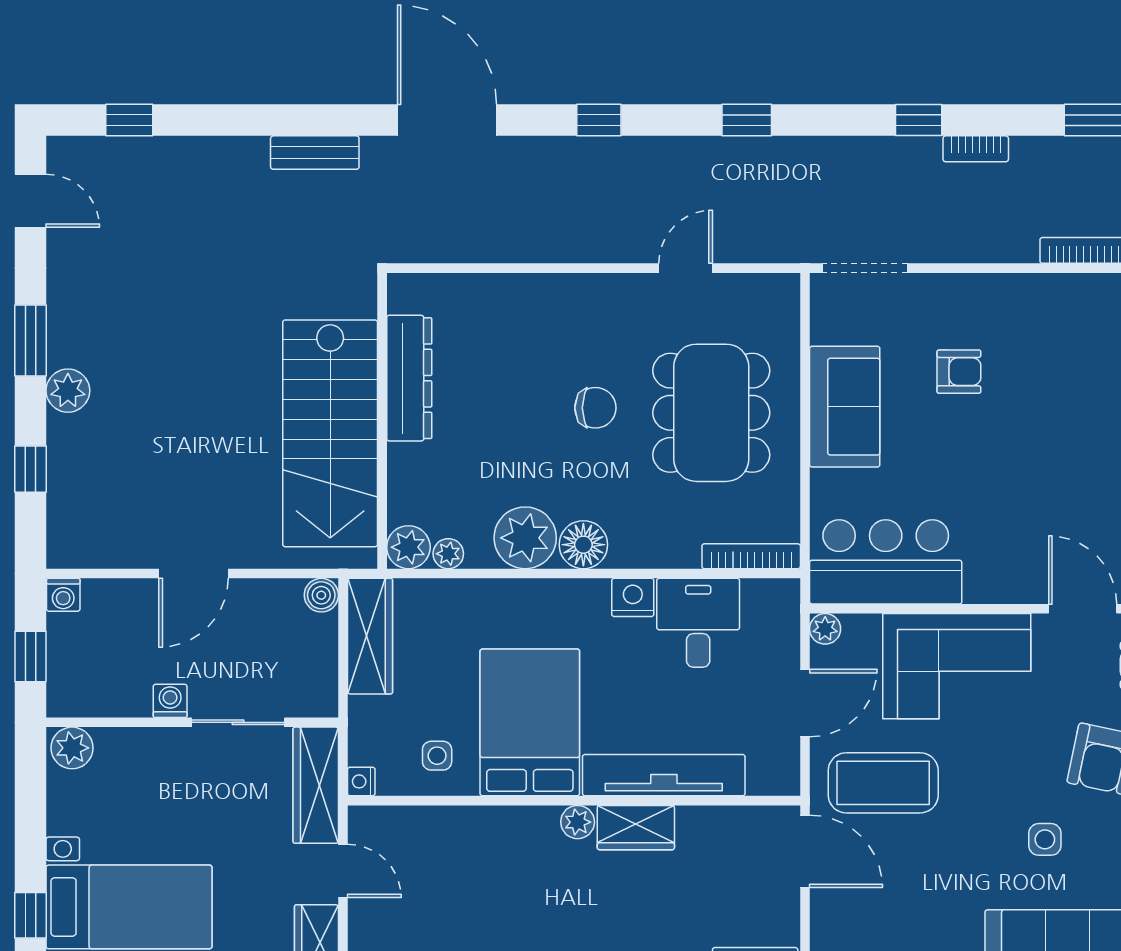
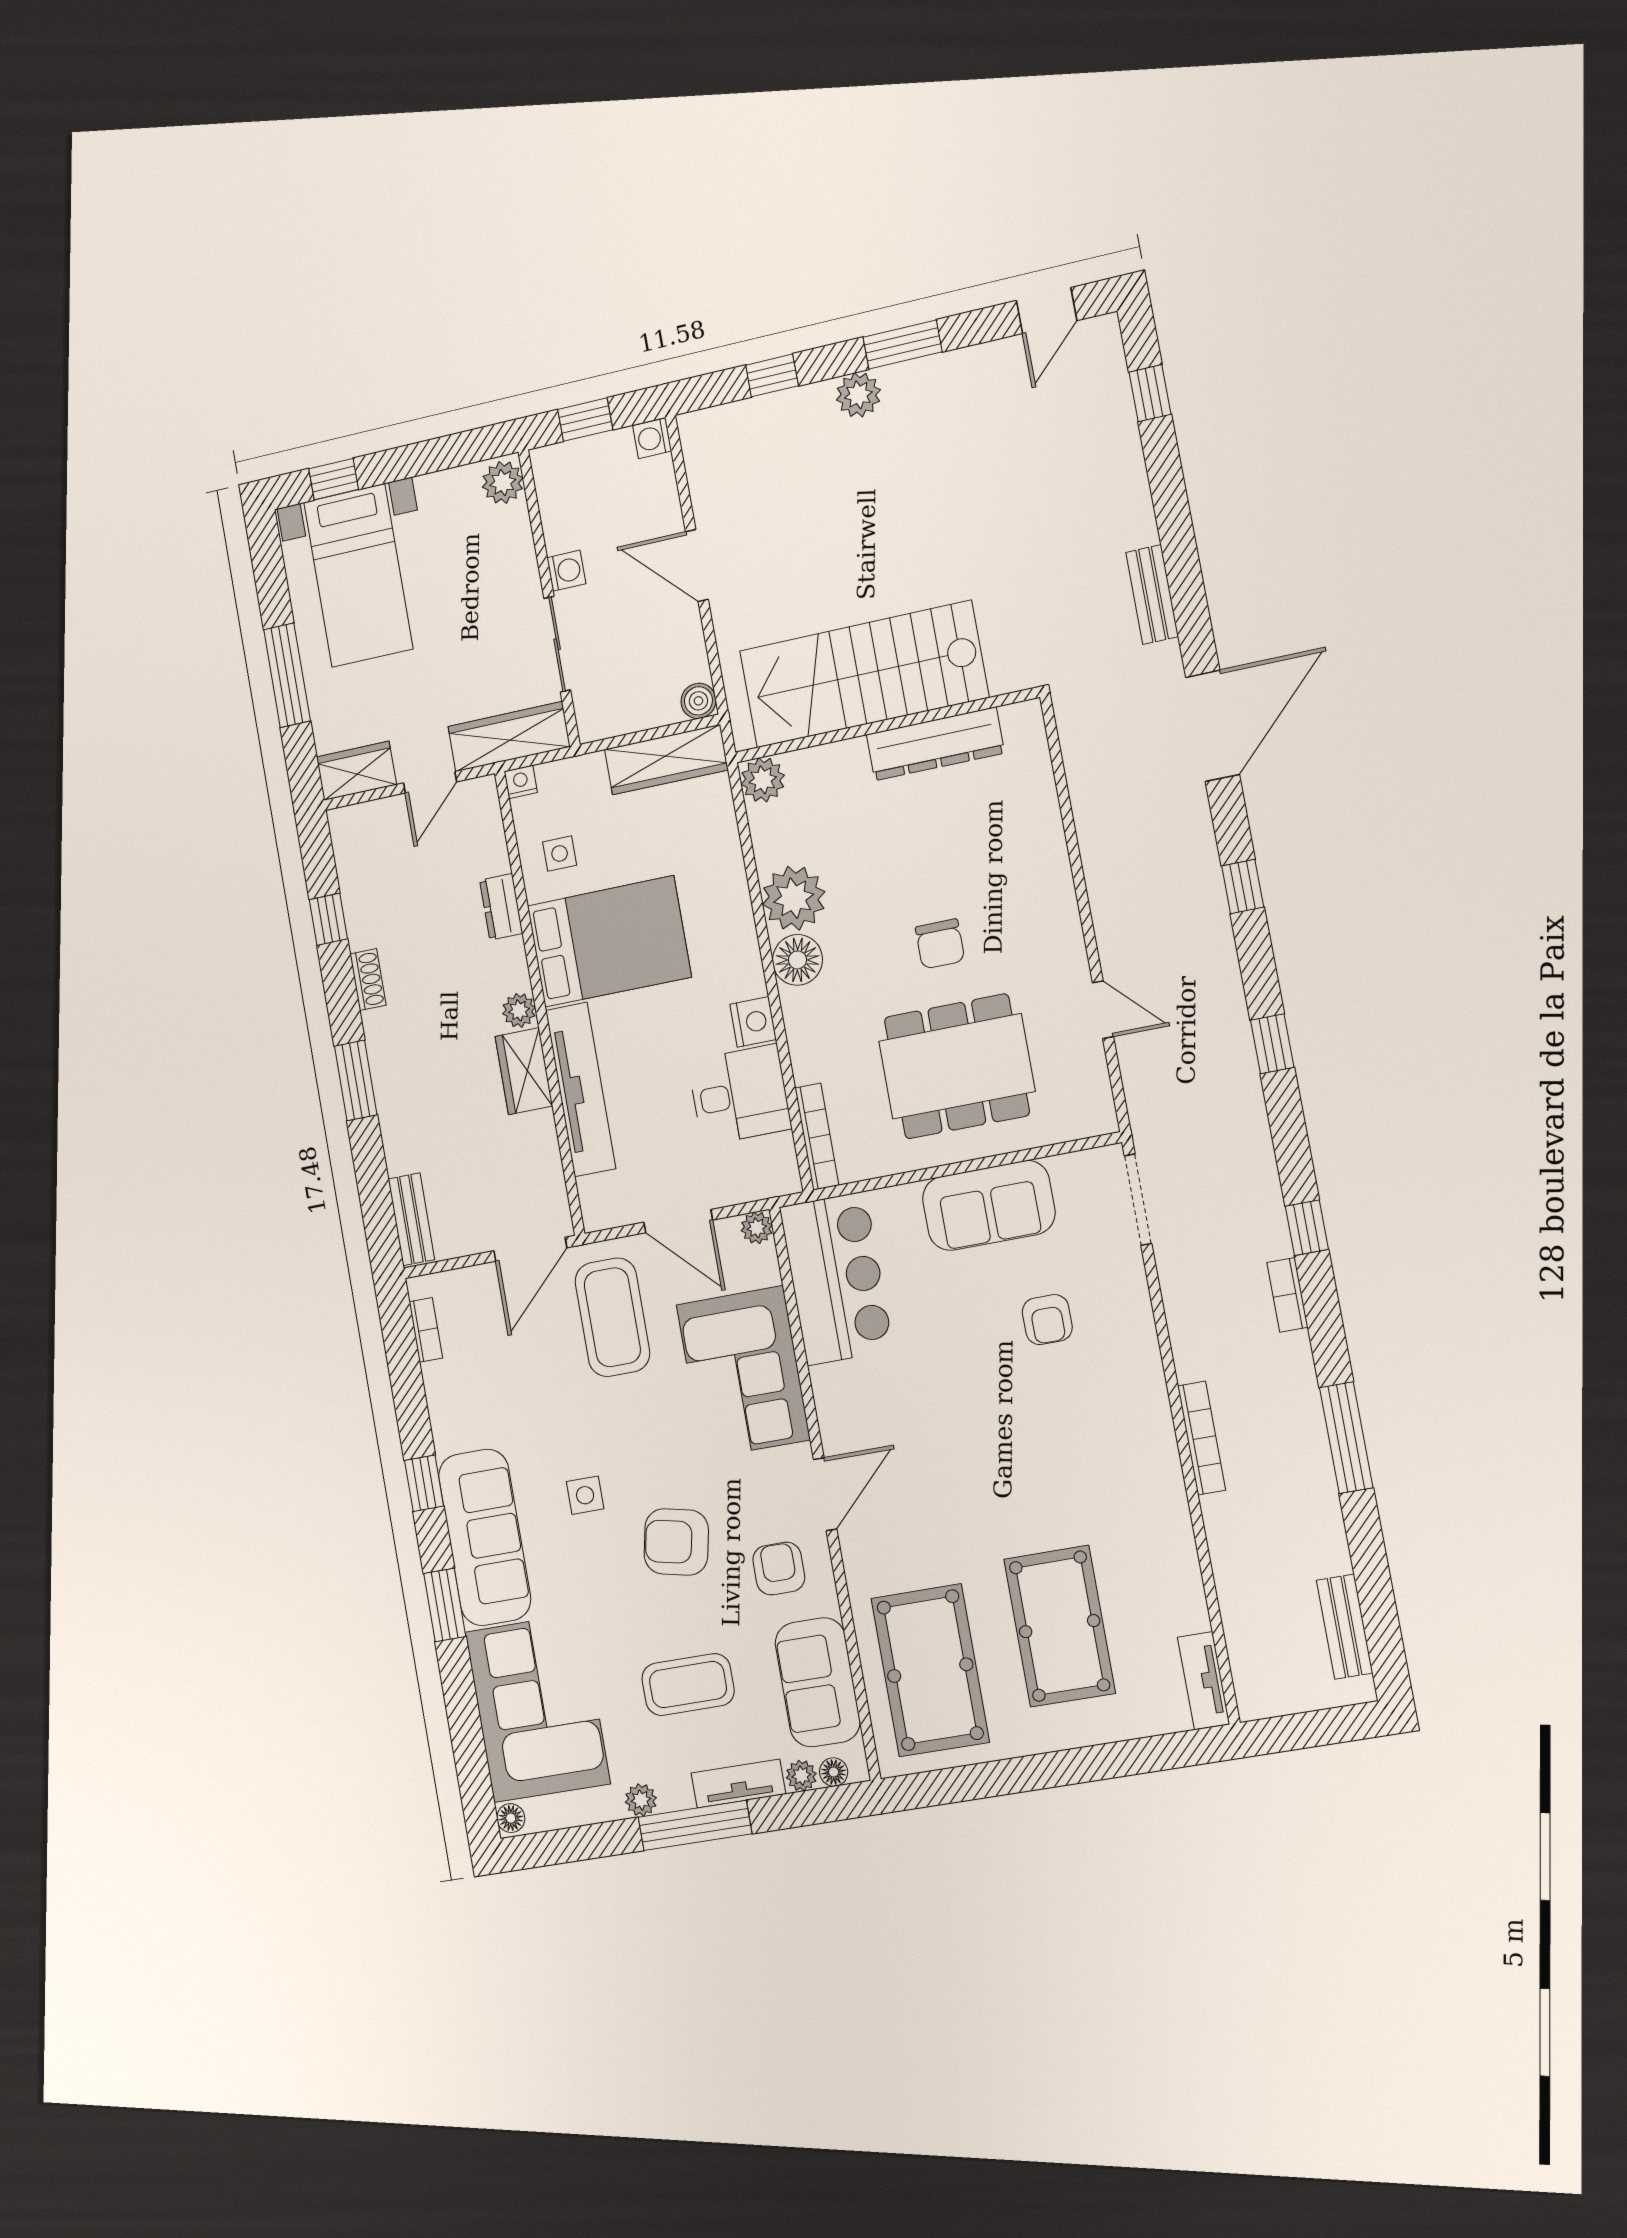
plant: (448, 554) -> (763, 822), removed
dresser: (476, 822) -> (501, 907), added

